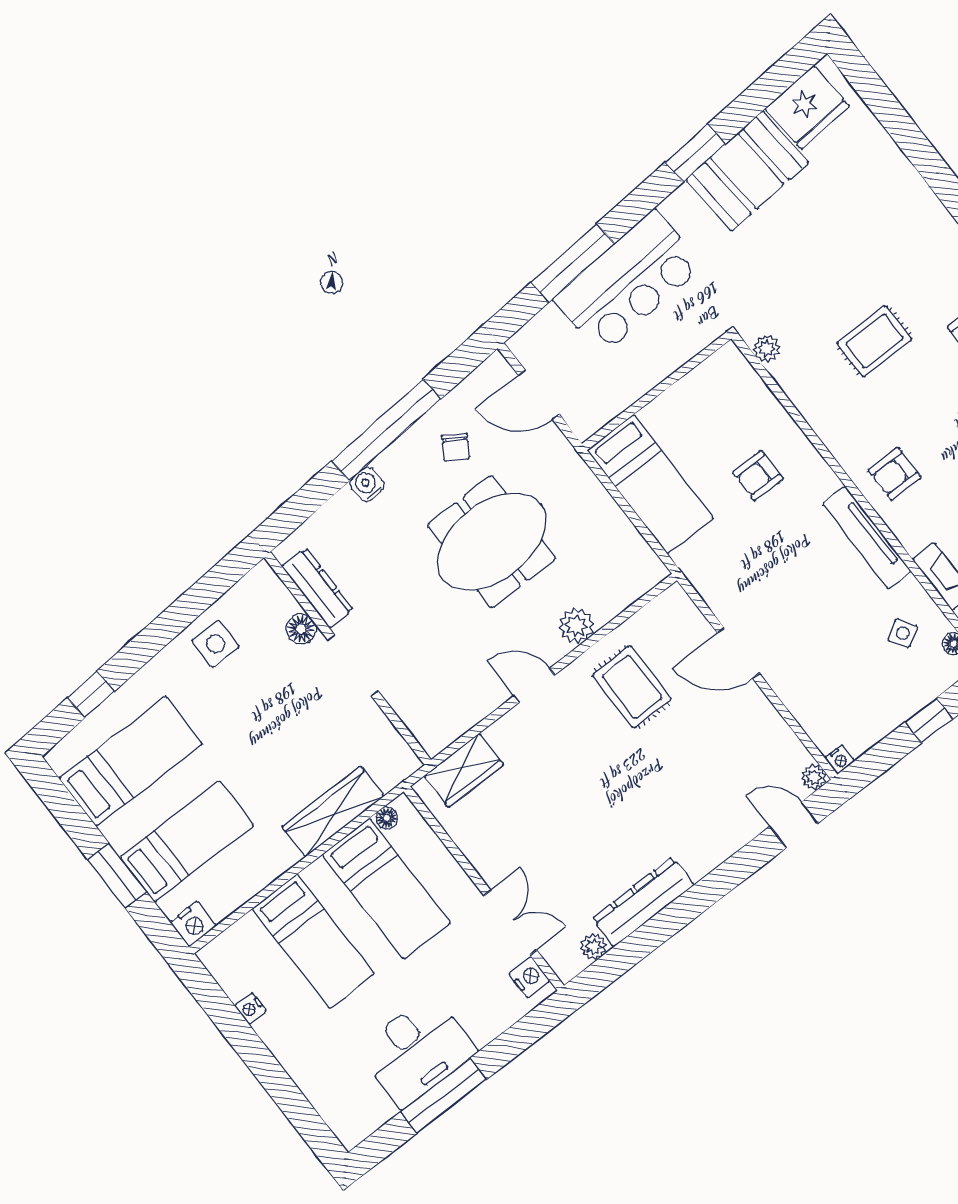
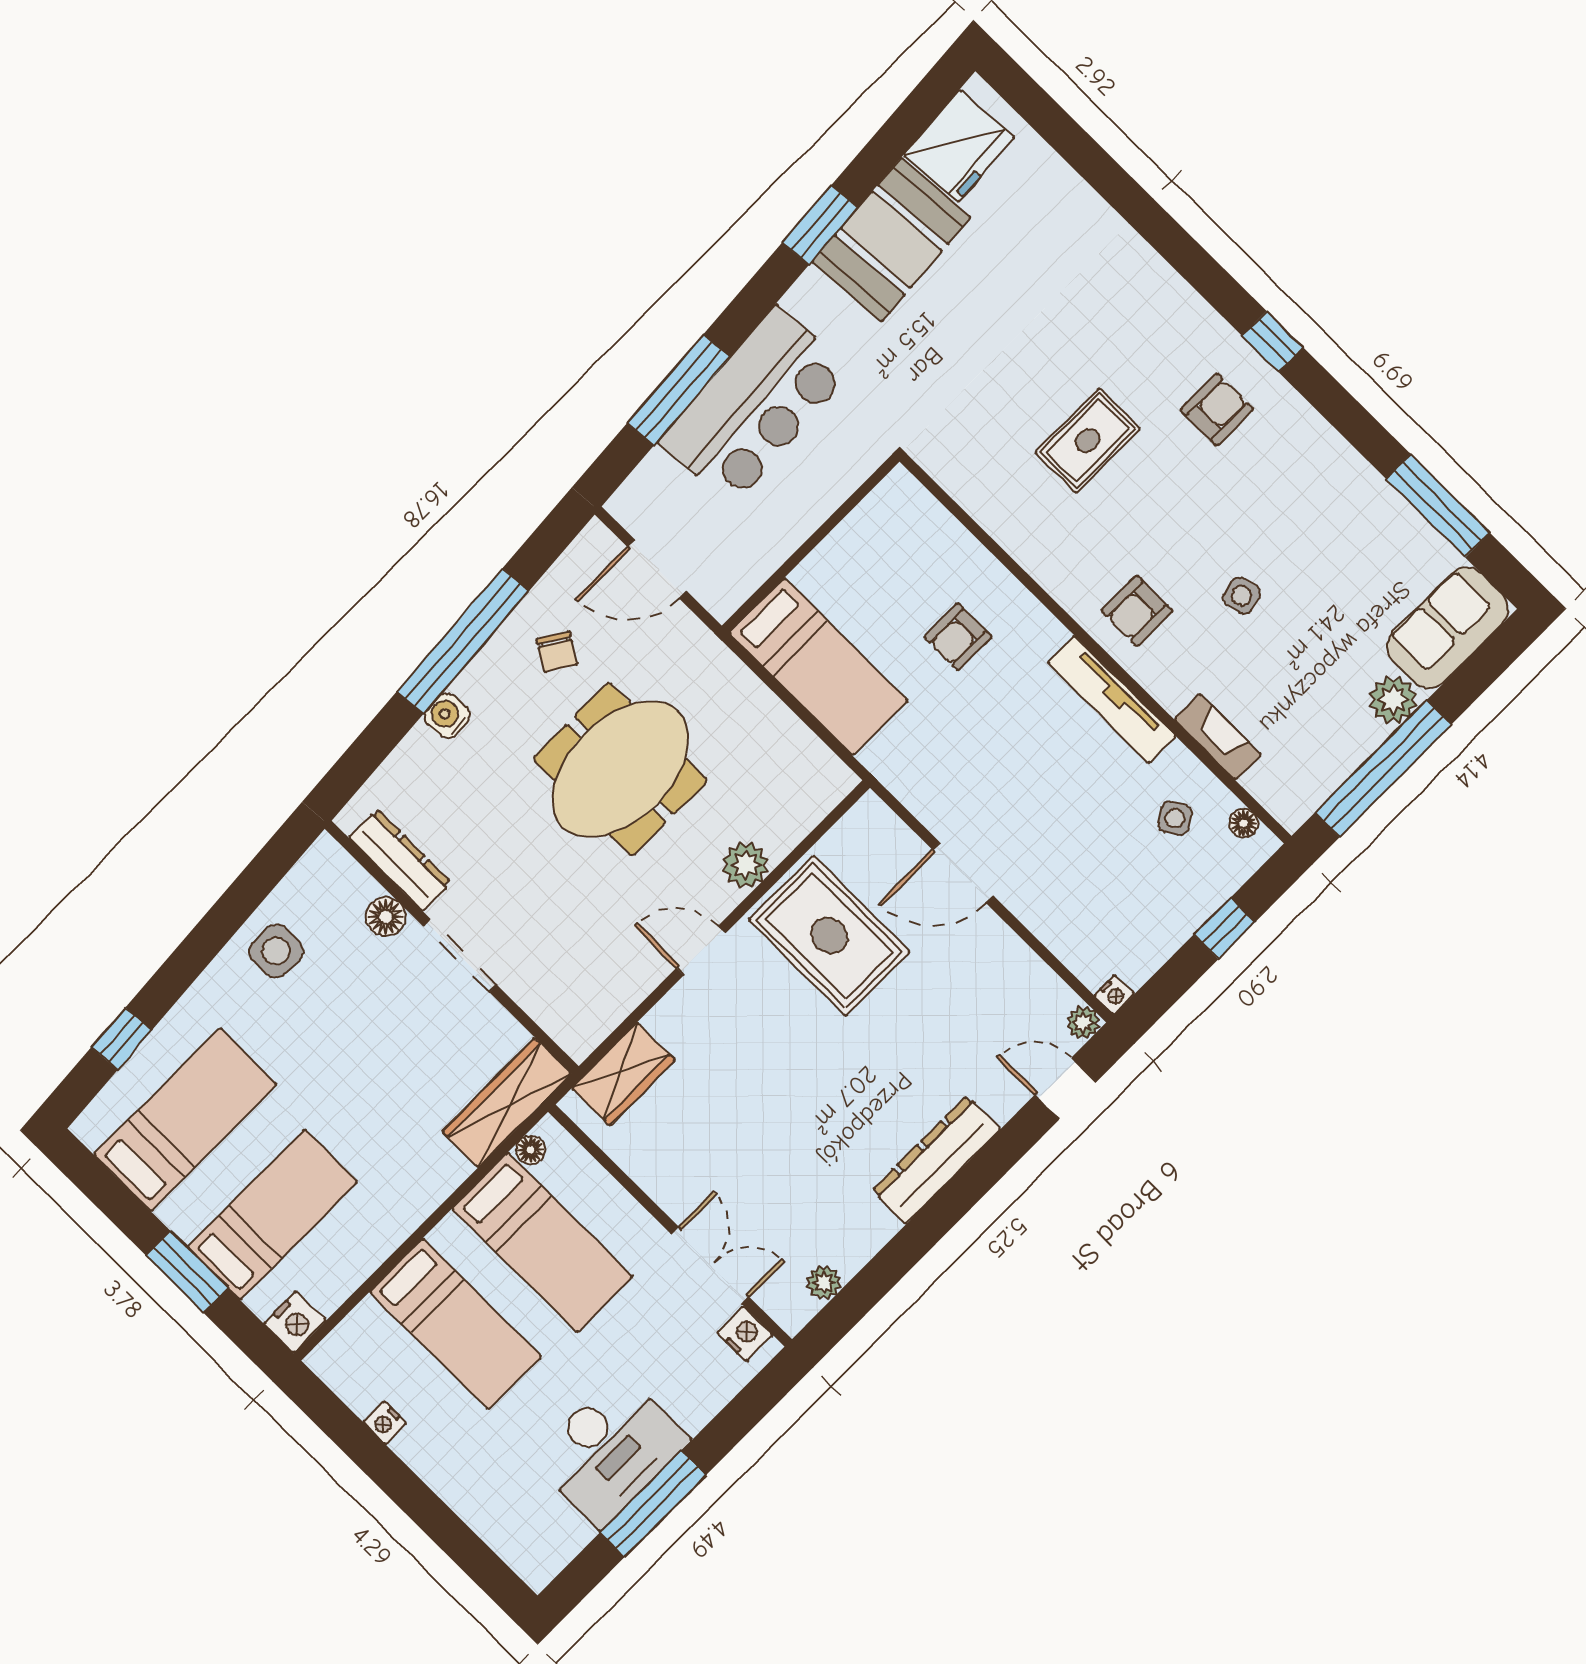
plant: (766, 349) -> (947, 469), removed
rug: (632, 687) -> (829, 936), width x1.36, depth x1.43
wardrobe: (333, 812) -> (507, 1102), moved
dresser: (643, 902) -> (936, 1160), moved

